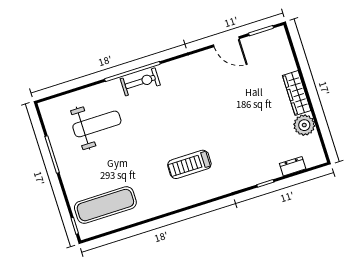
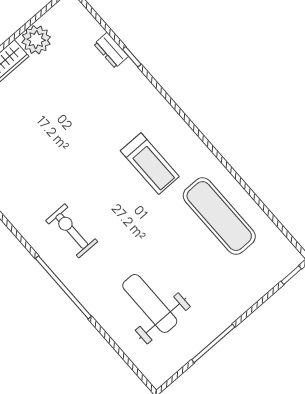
exercise bike: (140, 82) -> (72, 231), moved
dresser: (293, 166) -> (111, 50), moved
exercise mat: (105, 205) -> (219, 216), moved

